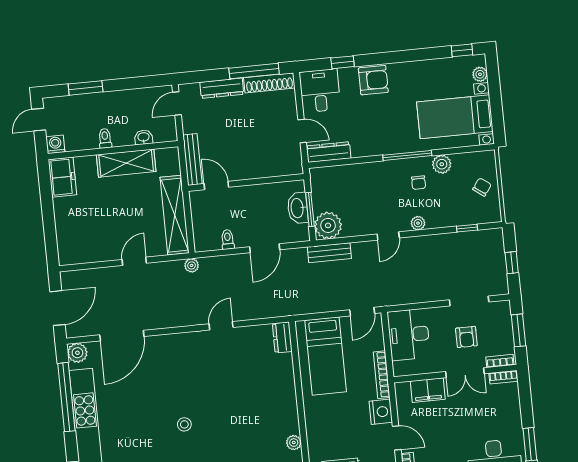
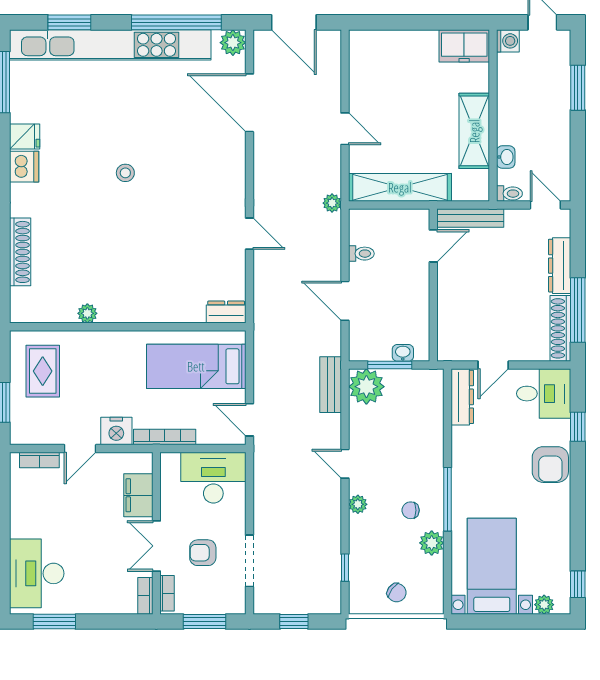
toilet: (105, 138) -> (509, 194), moved
washbasin: (298, 208) -> (403, 353), width x0.52, depth x0.69

